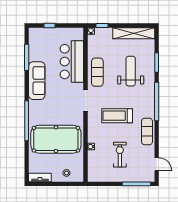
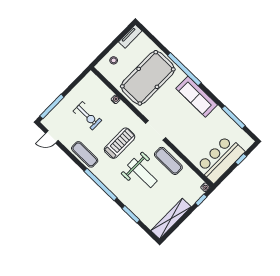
bar counter: (72, 62) -> (220, 159), moved, turned -90
weight bench: (131, 71) -> (142, 173), moved
sofa: (37, 81) -> (197, 97), moved

